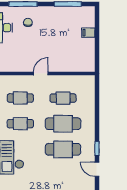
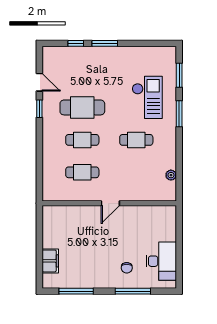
filing cabinet: (88, 33) -> (50, 261), width x2.00
cafe table: (20, 98) -> (136, 172), removed
cafe table: (63, 124) -> (82, 140), width x0.73, depth x0.74

